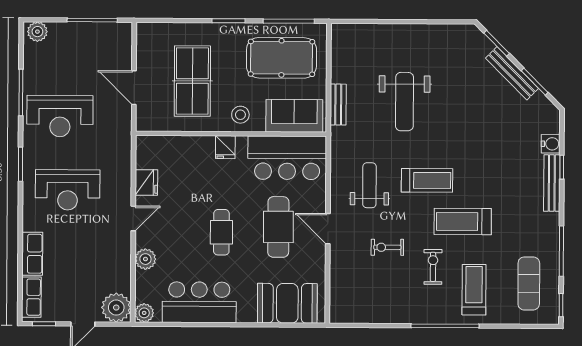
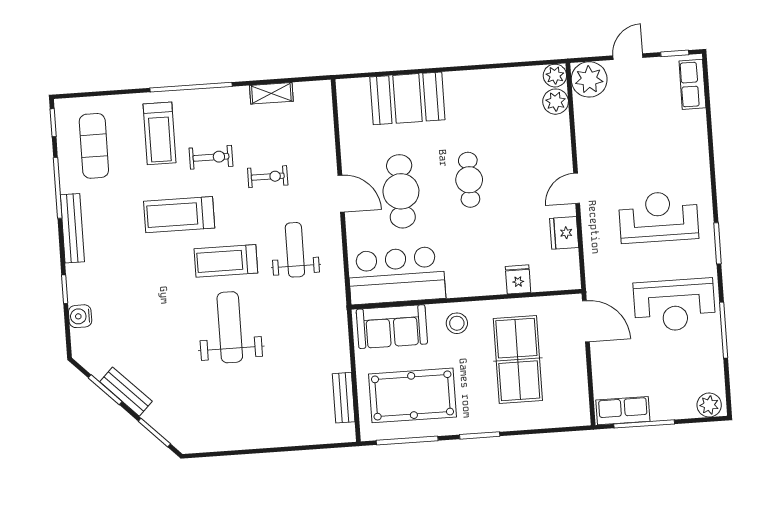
bench: (512, 73) -> (126, 392), width x0.73
door: (134, 88) -> (586, 321), moved
weight bench: (404, 102) -> (230, 327), moved
bench: (338, 105) -> (344, 398), moved
reception desk: (60, 116) -> (674, 305), turned 180
fridge: (225, 147) -> (518, 279), moved
bench: (552, 183) -> (72, 228), moved
weight bench: (369, 185) -> (295, 250), turned 180
treadmill: (463, 221) -> (179, 215), turned 180
row of seats: (32, 254) -> (623, 411), moved, turned 90
plant: (145, 259) -> (556, 102), moved
exercise bike: (433, 267) -> (211, 157), turned -90
bar counter: (199, 302) -> (490, 93), removed
booth: (287, 303) -> (407, 98), moved
shelving: (379, 316) -> (271, 93), added

